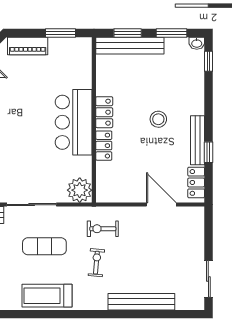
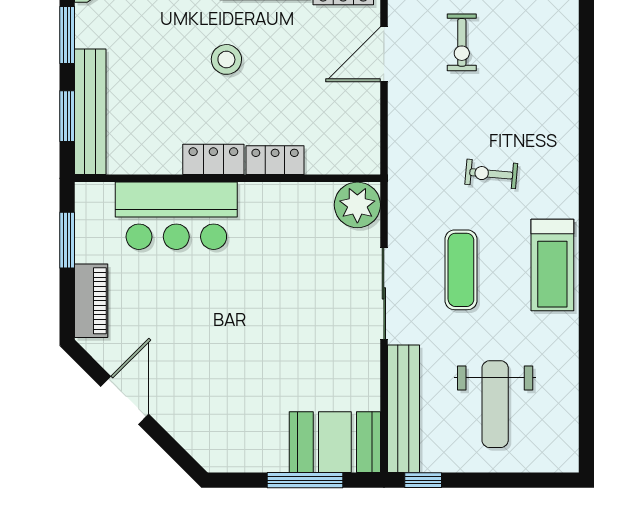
bar counter: (74, 122) -> (176, 216), moved
exercise bike: (103, 229) -> (462, 42), moved
bench: (141, 302) -> (564, 91), removed

